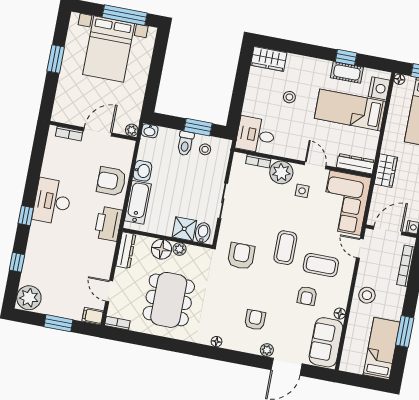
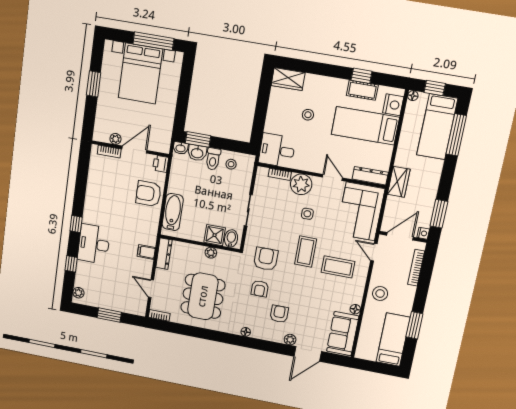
window: (198, 127) -> (198, 139), moved
plant: (132, 130) -> (116, 139), moved
washbasin: (142, 171) -> (197, 153), moved, turned 90
side table: (302, 191) -> (307, 214), moved
desk: (52, 201) -> (94, 244), moved
printer: (108, 224) -> (161, 164), moved, width x0.53, depth x0.68
floor lamp: (161, 249) -> (195, 253), removed
armchair: (307, 296) -> (260, 289), moved
plant: (29, 298) -> (78, 293), width x0.53, depth x0.53
filing cabinet: (93, 316) -> (146, 252), moved

